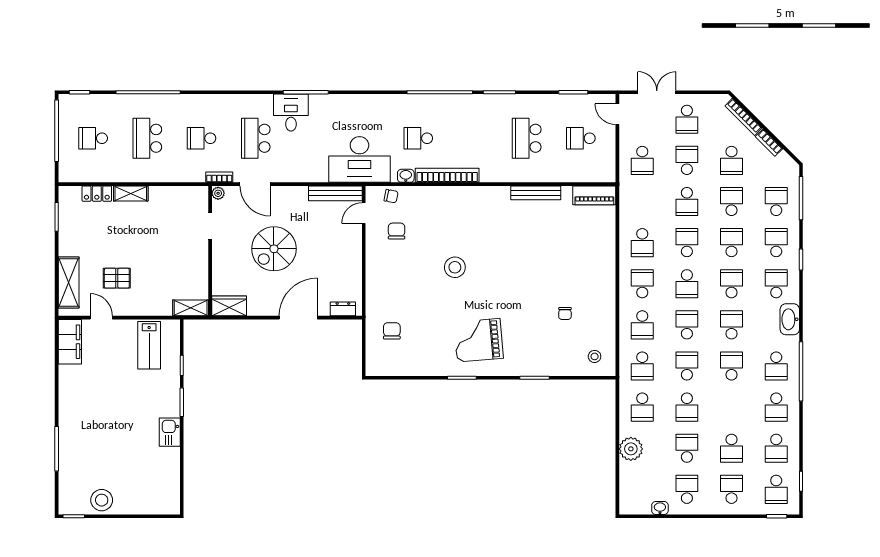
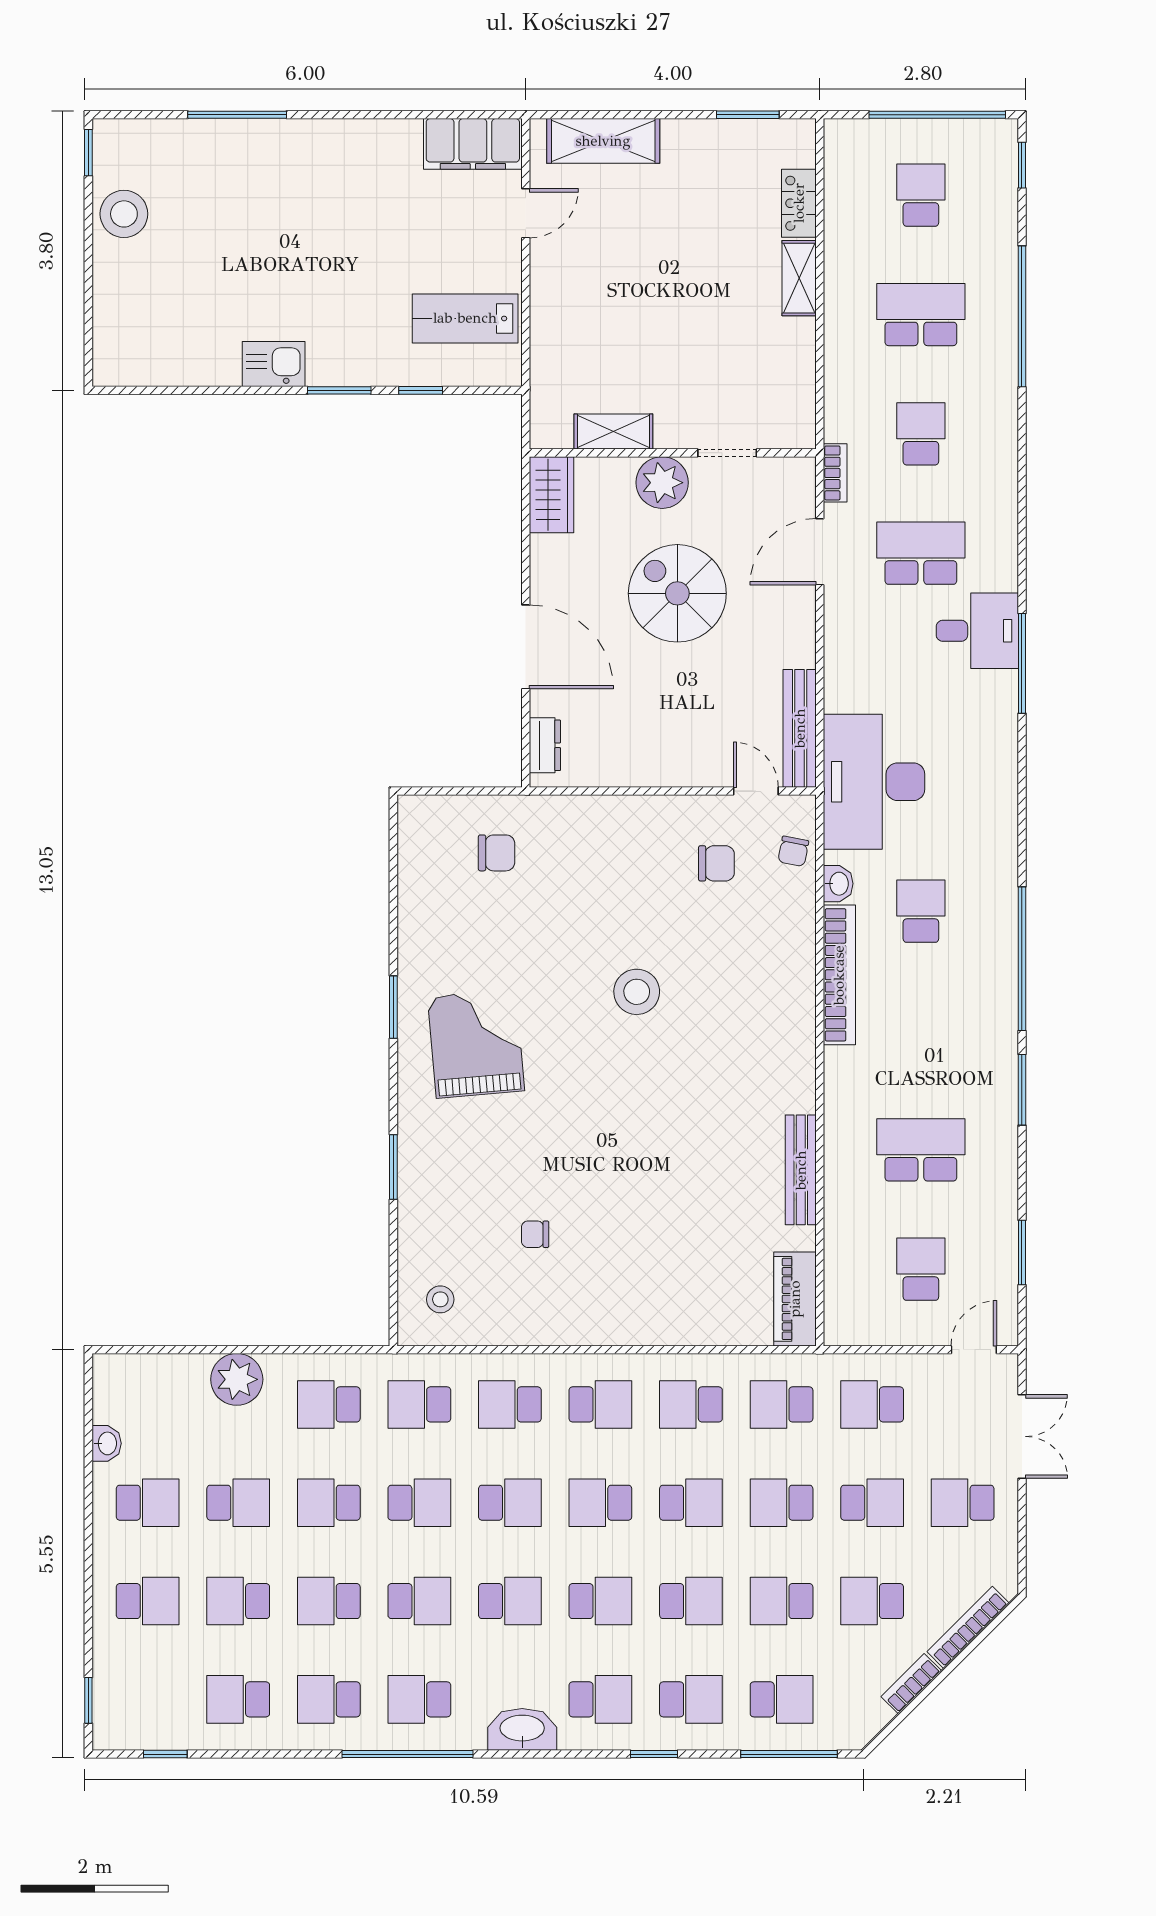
plant: (218, 193) -> (662, 483), moved, width x1.87, depth x1.87
school desk: (642, 202) -> (782, 1404), added
school desk: (732, 202) -> (782, 1601), turned 180
pallet: (117, 278) -> (613, 247), removed
shelving: (191, 308) -> (613, 431), moved, turned 90
school desk: (776, 489) -> (329, 1601), moved

